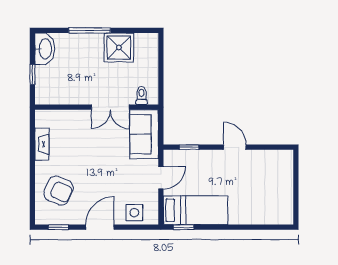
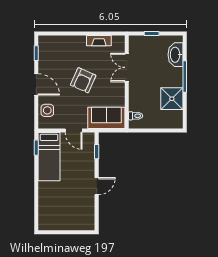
washbasin: (45, 49) -> (175, 55), moved, turned 90
double door: (110, 107) -> (127, 67), moved
armchair: (59, 191) -> (83, 80), moved

